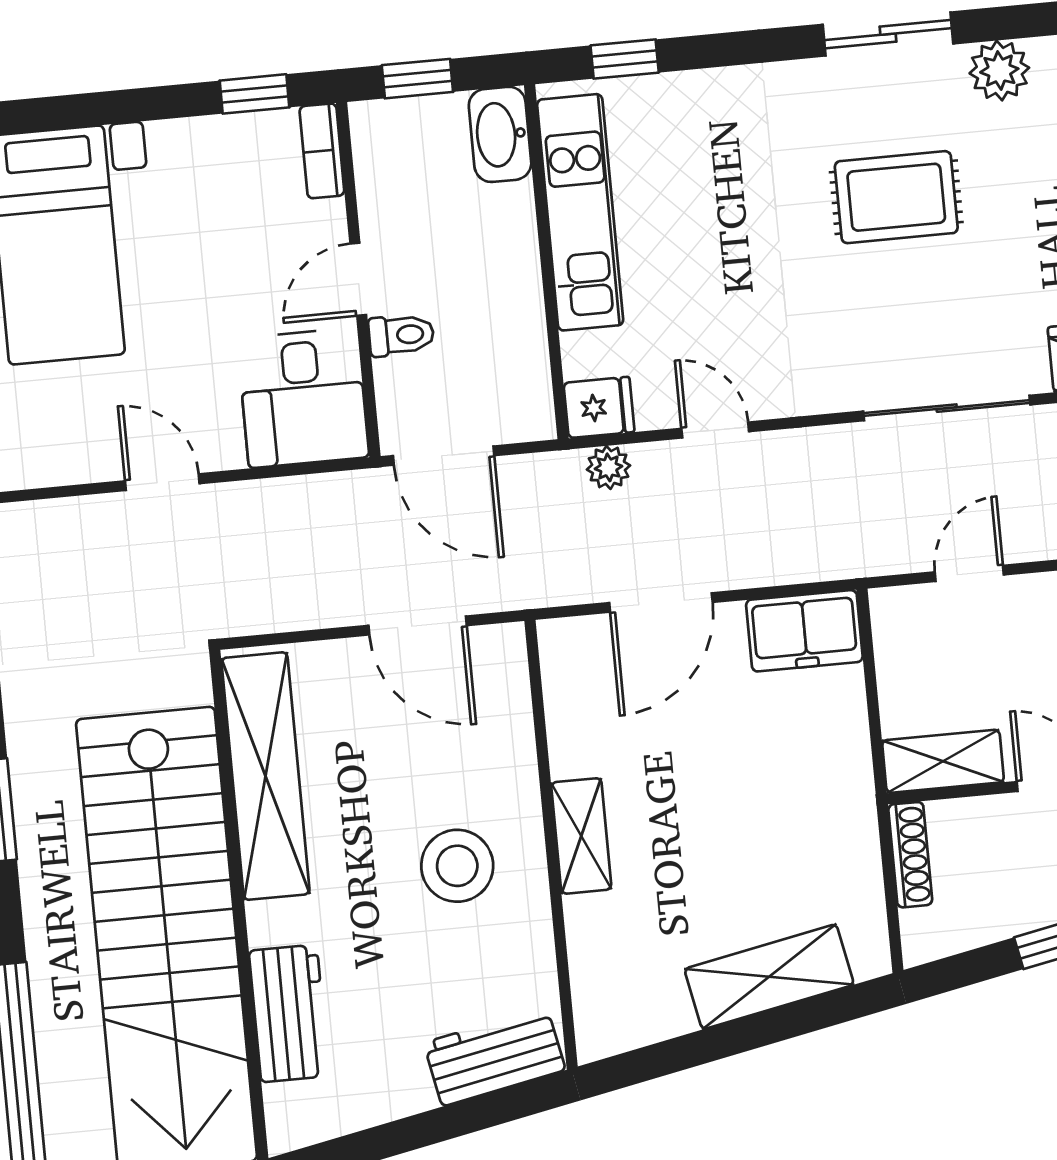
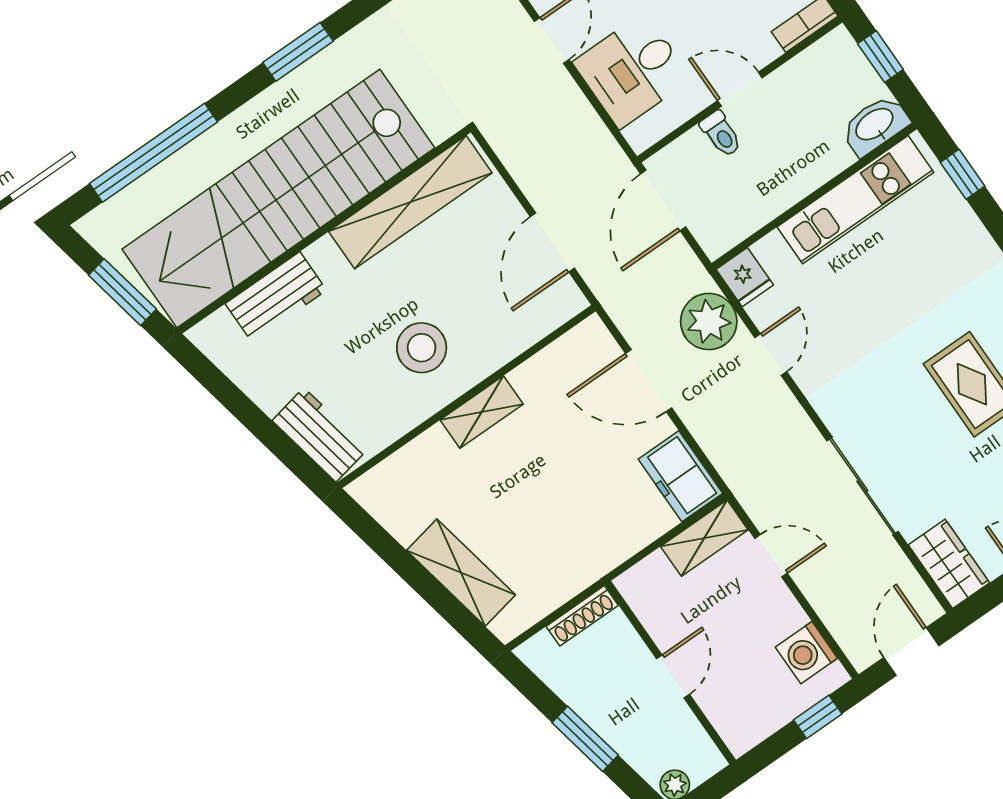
desk: (303, 398) -> (632, 71), moved
plant: (608, 467) -> (709, 322), width x1.88, depth x1.88
shelving: (943, 761) -> (704, 538), moved, turned 90

